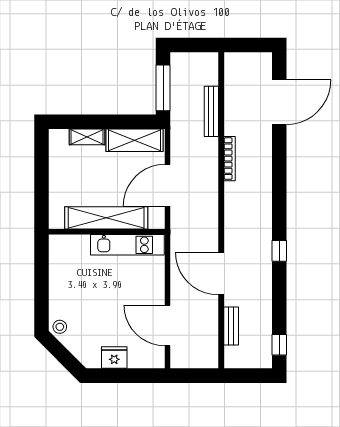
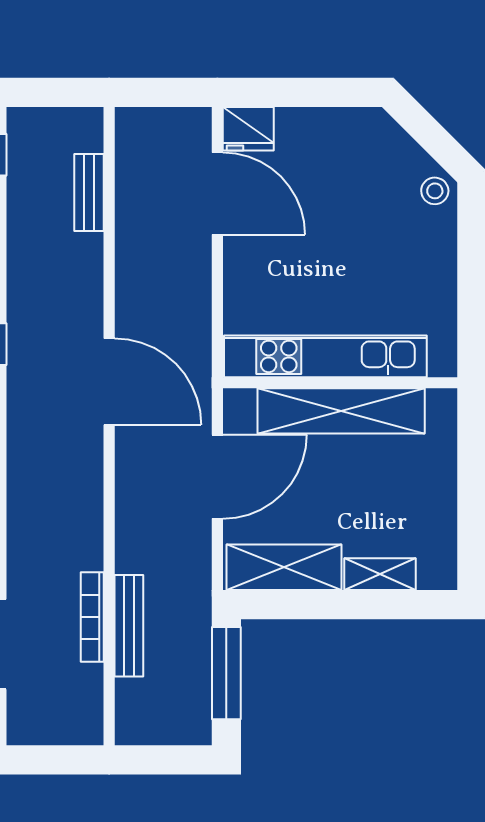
bookcase: (229, 159) -> (92, 617), moved
kitchen unit: (127, 245) -> (325, 356), width x1.36
door: (221, 274) -> (109, 382), moved
fridge: (114, 358) -> (248, 129), moved

